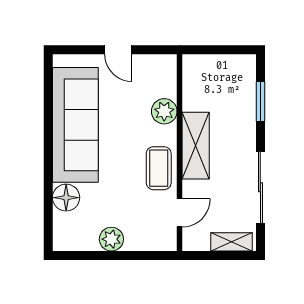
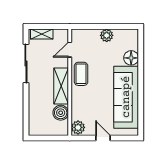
boiler: (196, 96) -> (61, 113), added
window: (260, 101) -> (26, 110), removed
plant: (164, 111) -> (78, 127), moved

